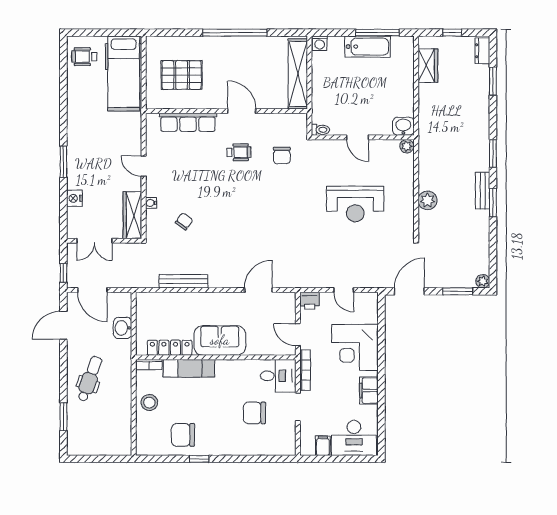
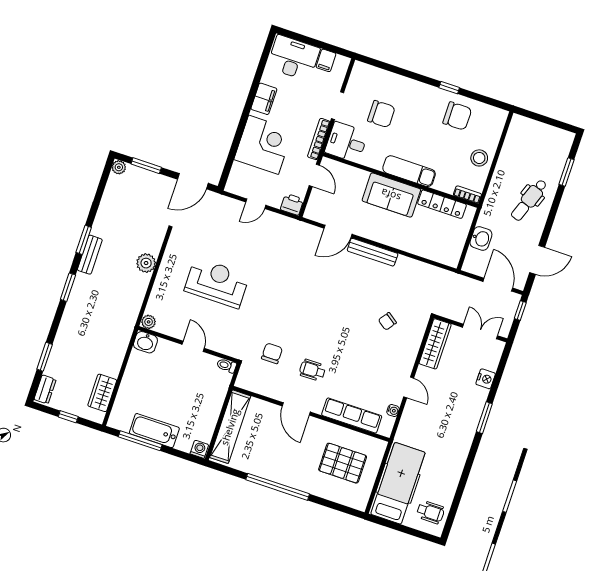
water cooler: (151, 203) -> (393, 411), moved
bench: (184, 281) -> (373, 252), moved
door: (344, 290) -> (256, 204), swing flipped
exam couch: (189, 368) -> (409, 171), moved

